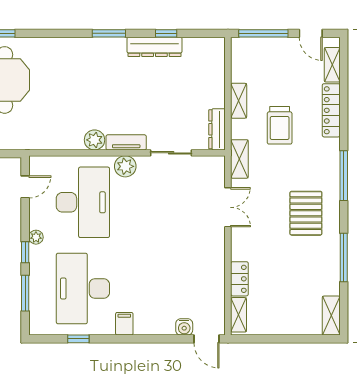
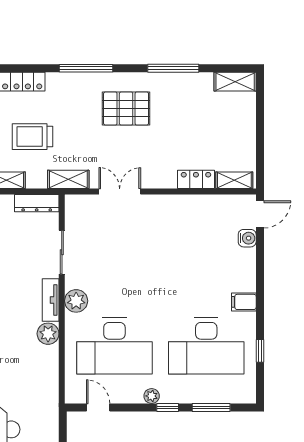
trolley: (280, 125) -> (32, 137), turned 180
desk: (83, 202) -> (114, 346), turned 180

